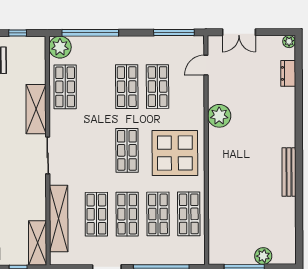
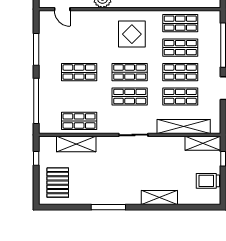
window: (174, 32) -> (36, 49), moved
plant: (60, 47) -> (47, 125), removed
shop shelf: (158, 87) -> (130, 96), moved
shelving: (36, 109) -> (76, 144), moved
display table: (175, 153) -> (132, 34), width x0.73, depth x0.73

